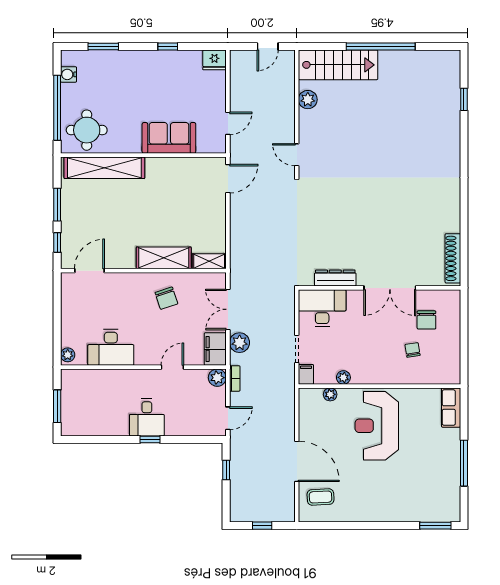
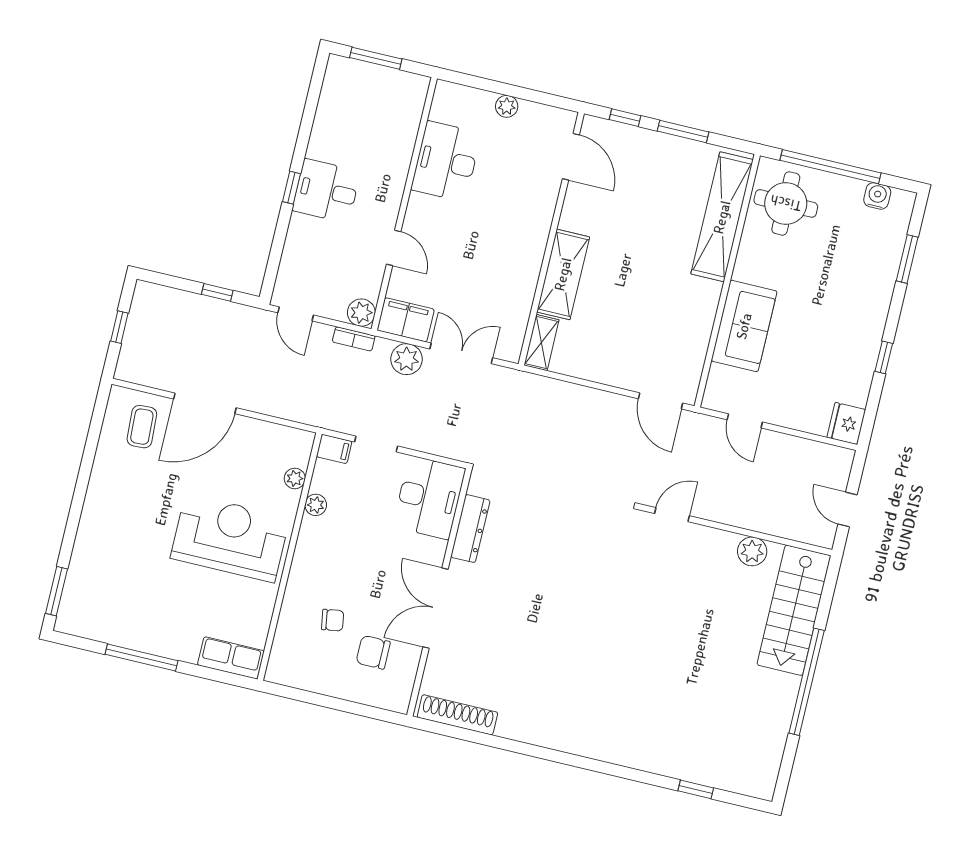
chair: (166, 298) -> (501, 264), removed
plant: (68, 355) -> (507, 106), moved

